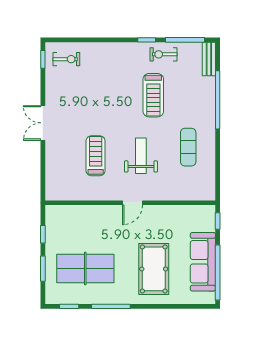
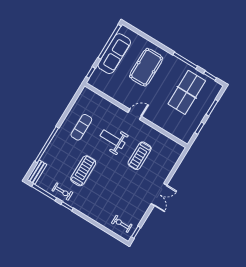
weight bench: (141, 156) -> (113, 139), turned 90
table tennis table: (85, 269) -> (187, 92), turned 90

